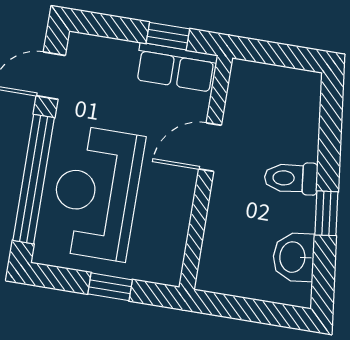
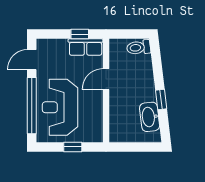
toilet: (291, 178) -> (139, 47), moved
washbasin: (294, 257) -> (150, 117), width x1.38

